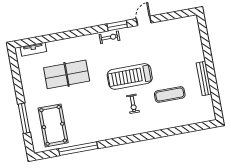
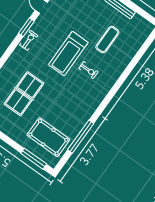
window: (24, 118) -> (34, 159), moved

